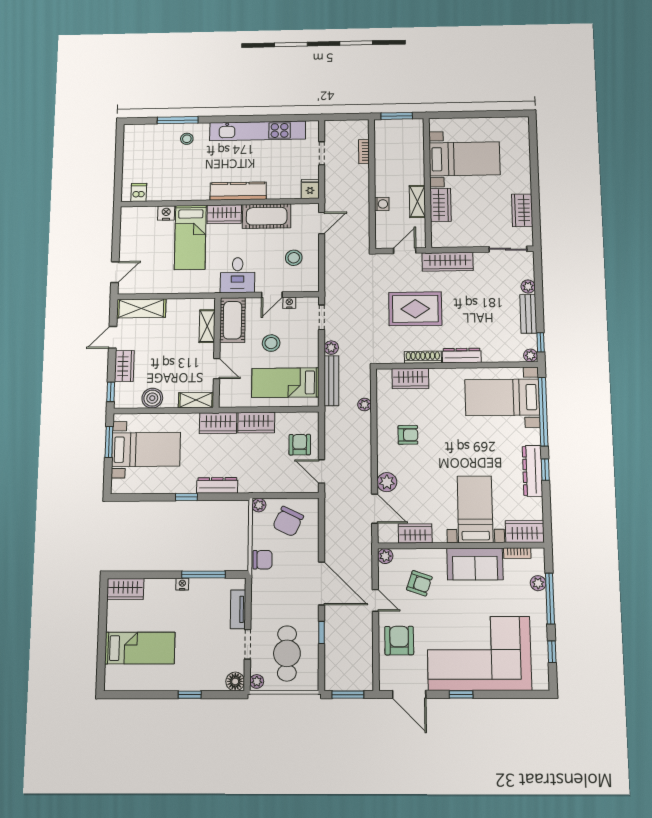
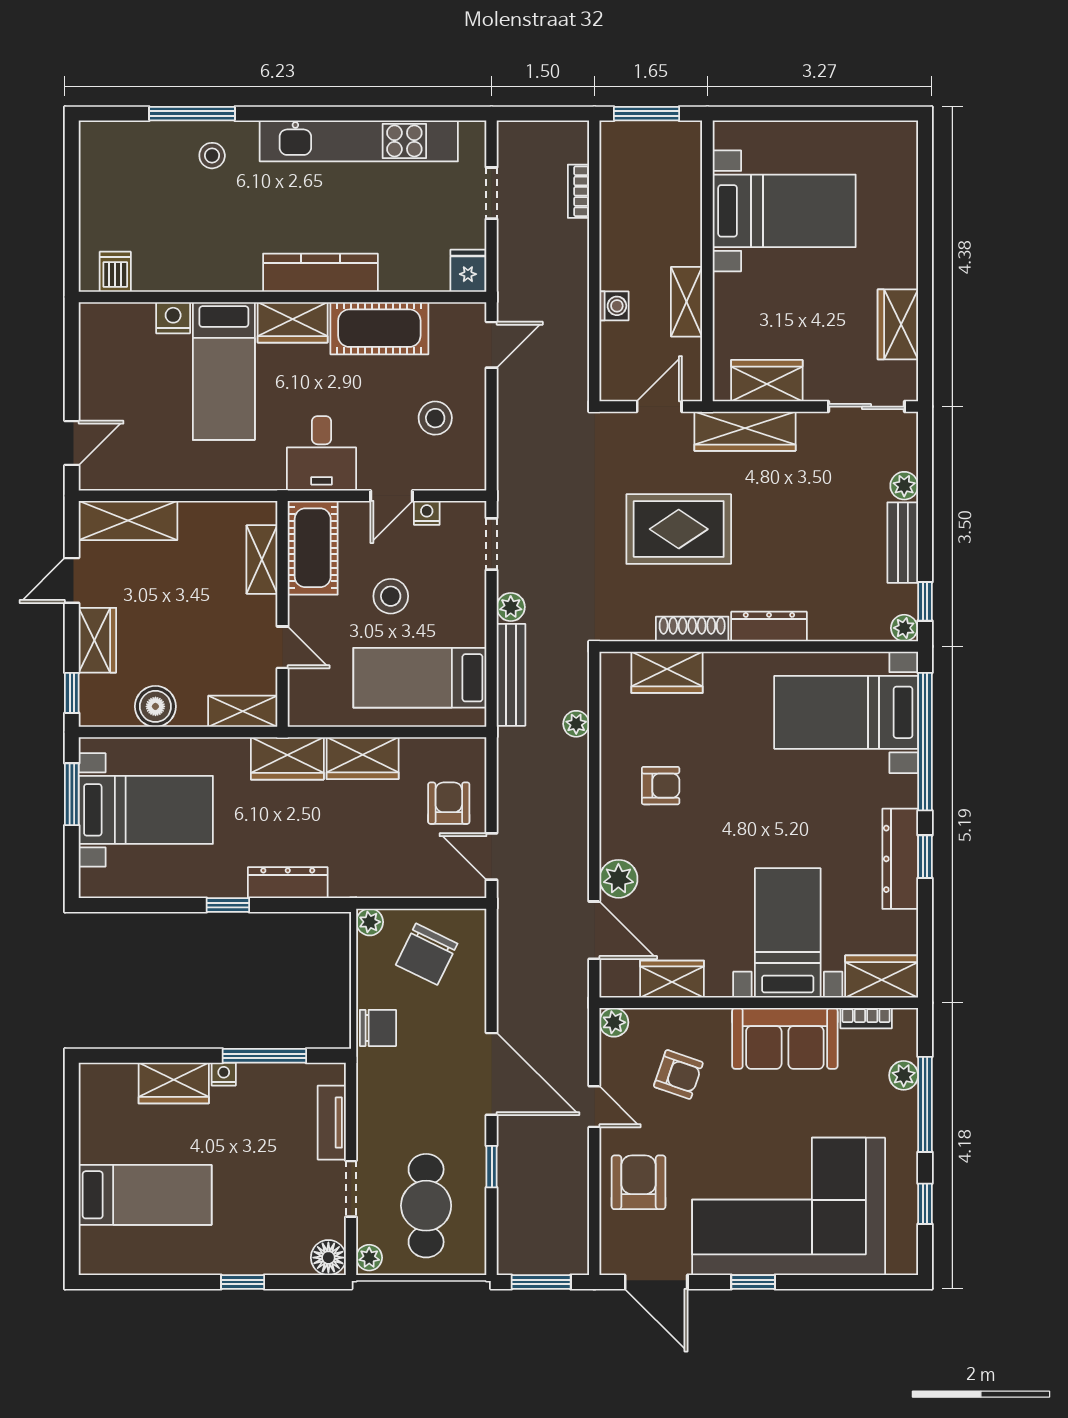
wardrobe: (441, 205) -> (767, 381), moved, turned -90
wardrobe: (125, 589) -> (174, 1083), moved

